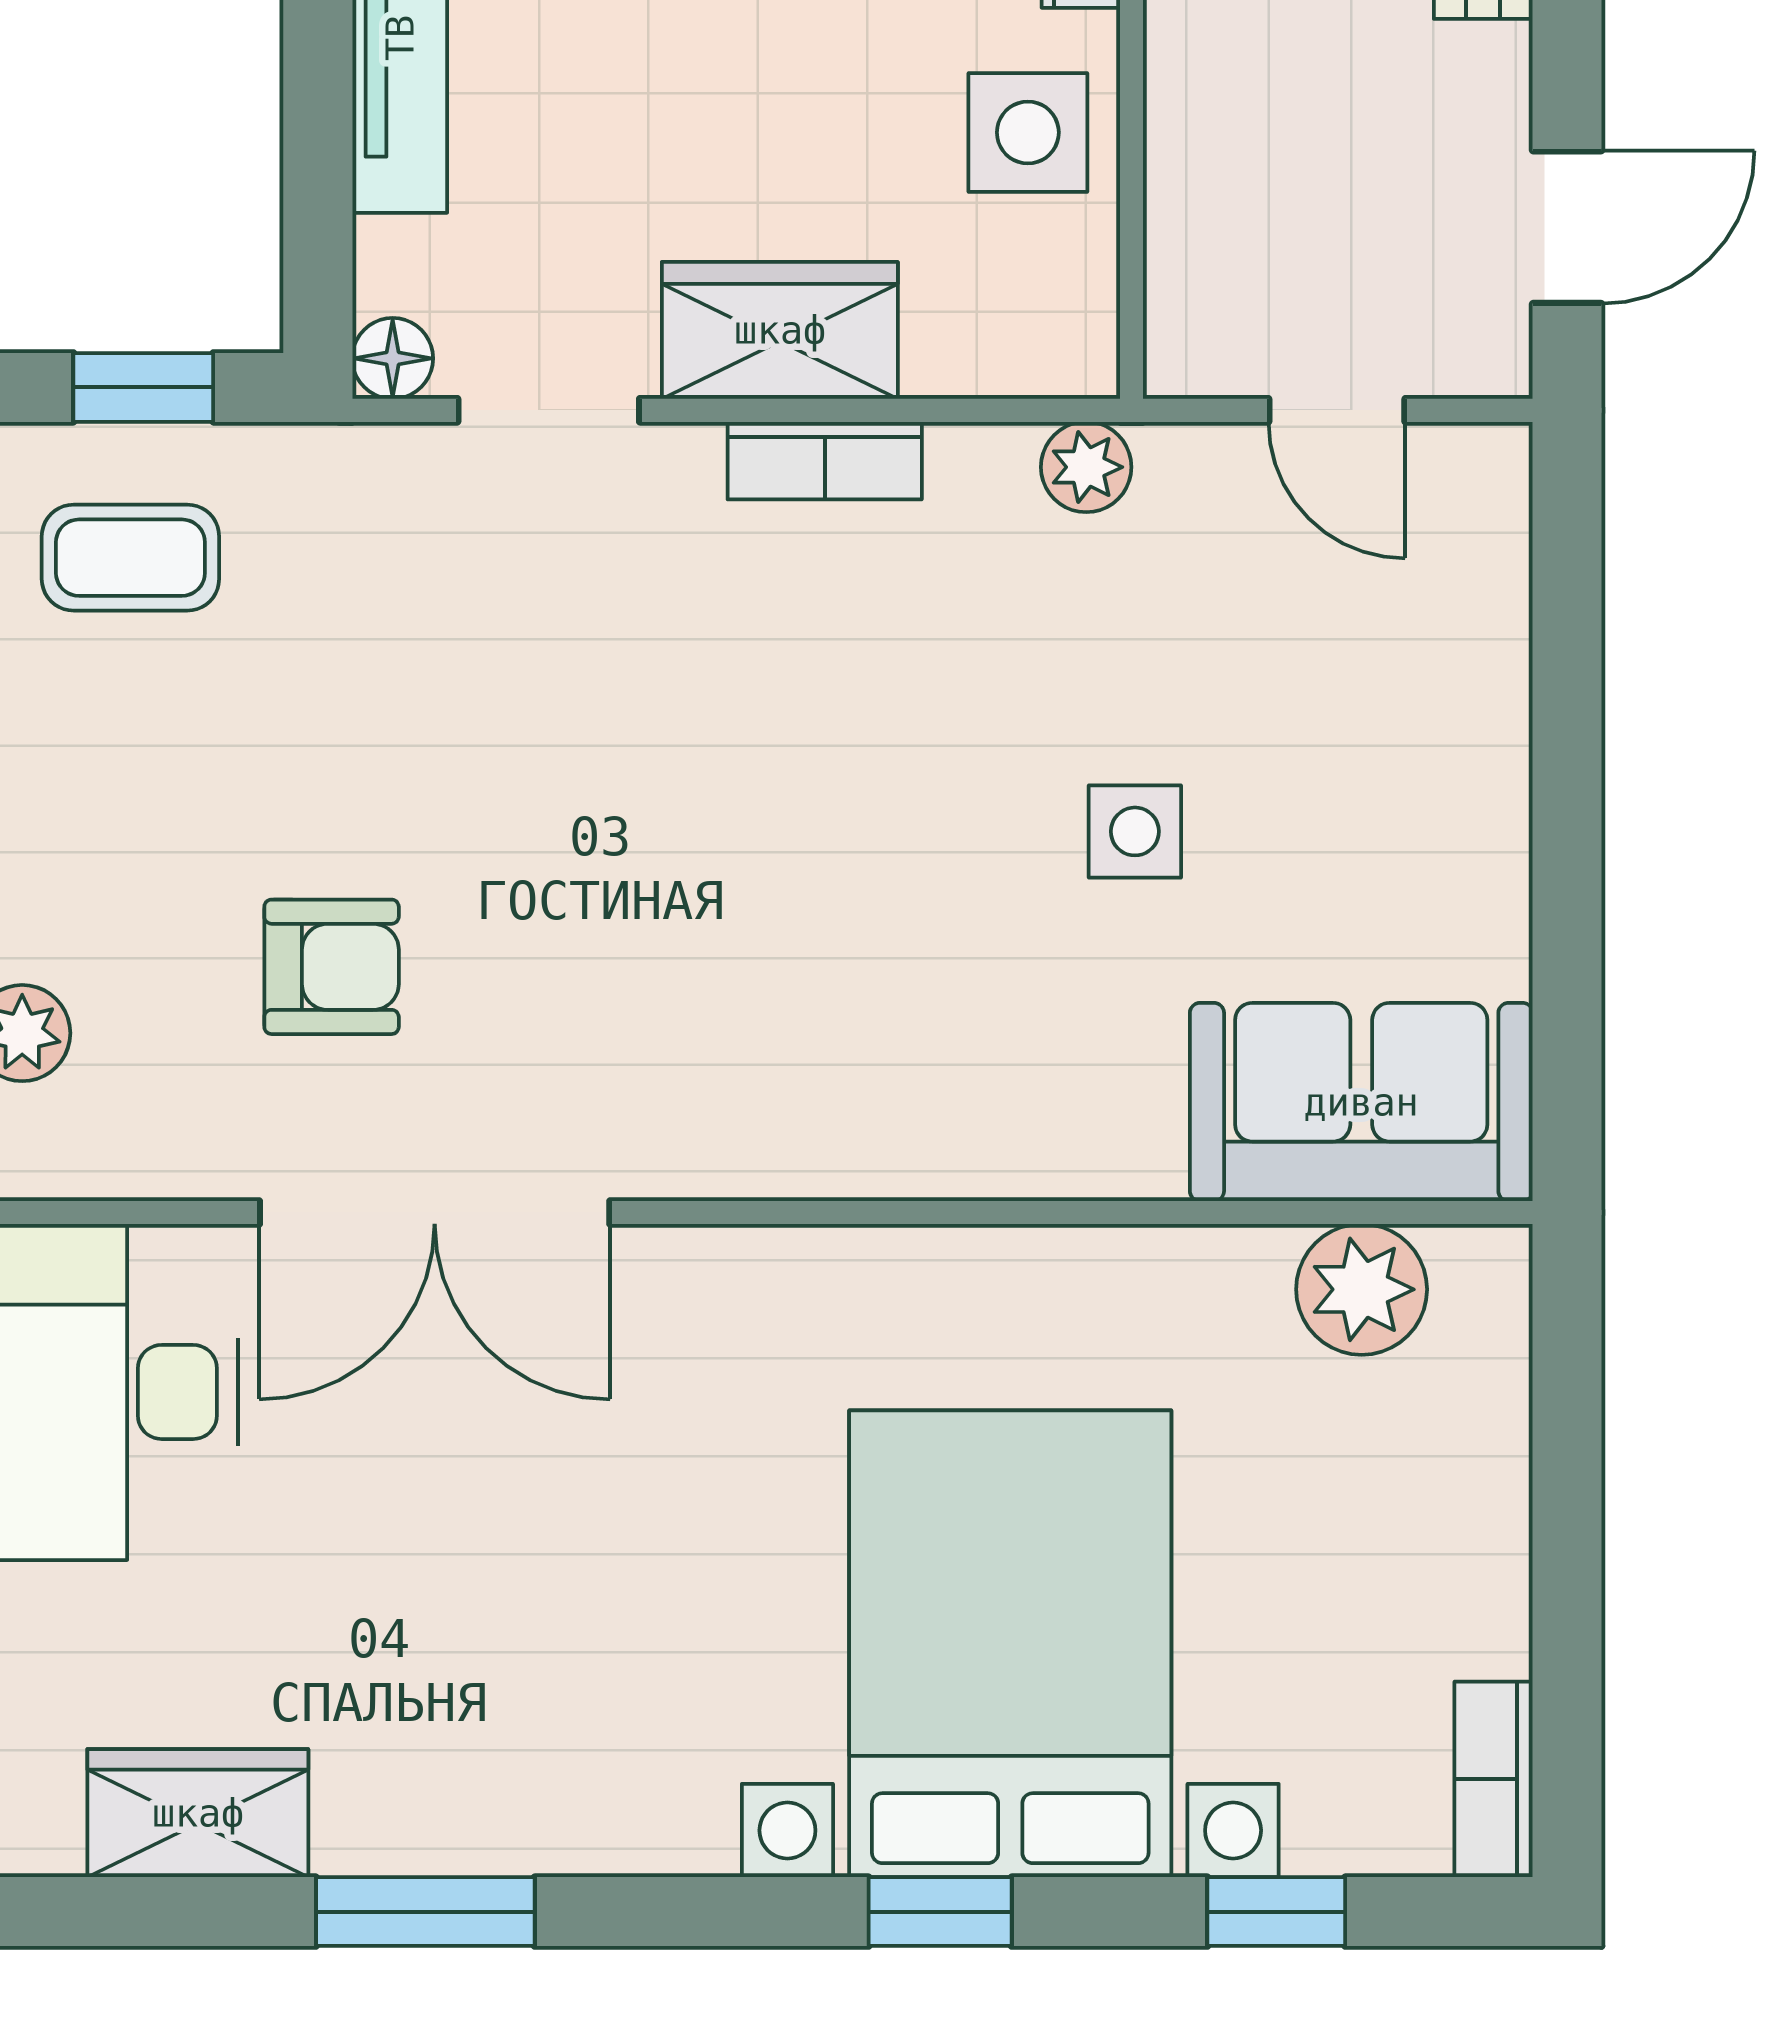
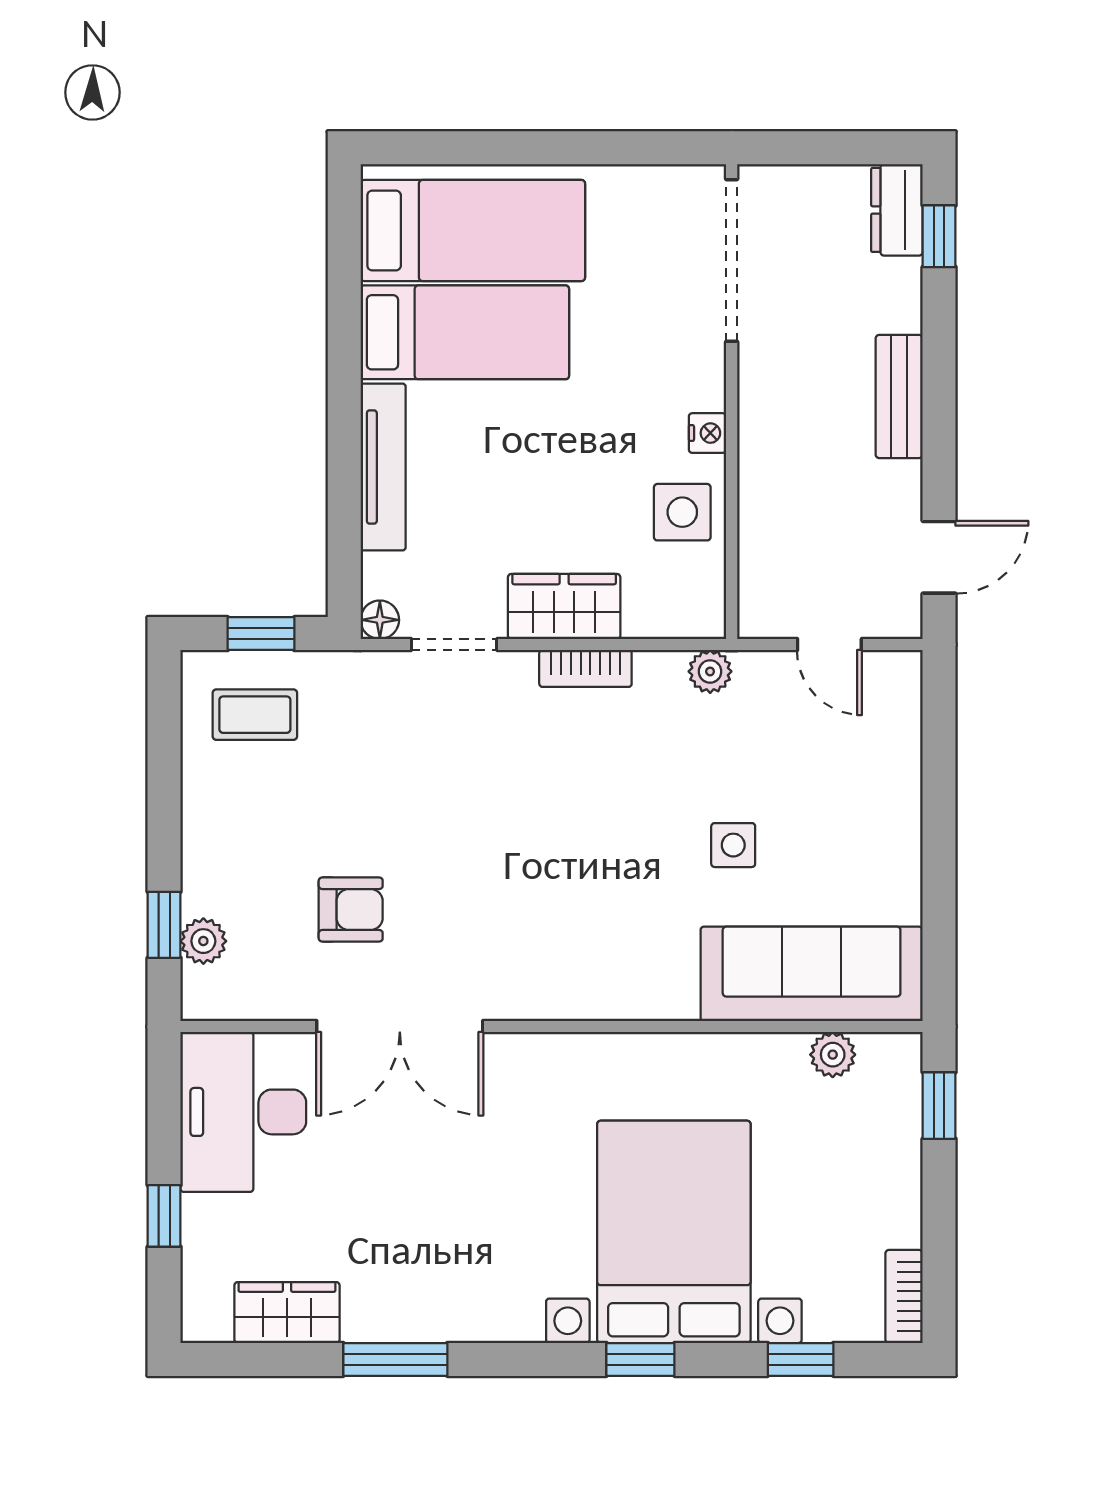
sofa: (1361, 1102) -> (812, 974), width x1.36
plant: (1362, 1289) -> (833, 1055), width x0.73, depth x0.73
window: (1567, 1378) -> (939, 1106), added

